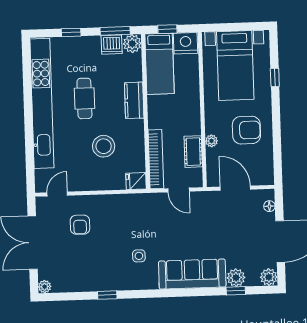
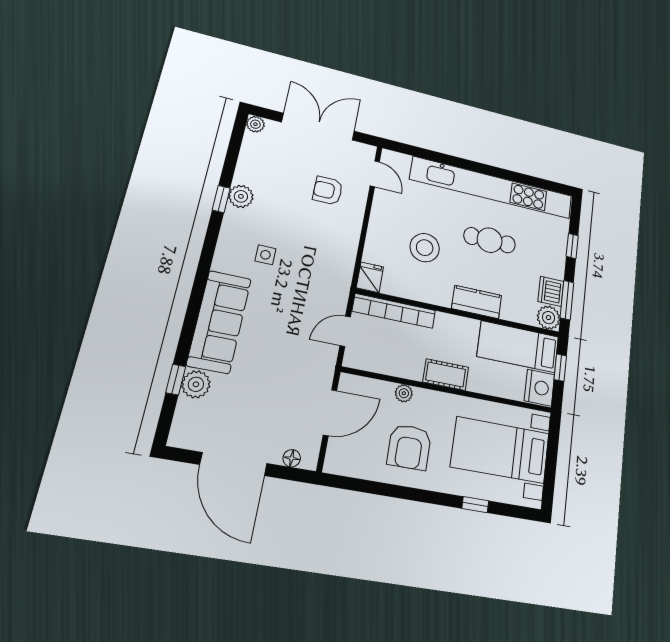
cot: (193, 152) -> (446, 375), moved
plant: (269, 277) -> (241, 196), moved

